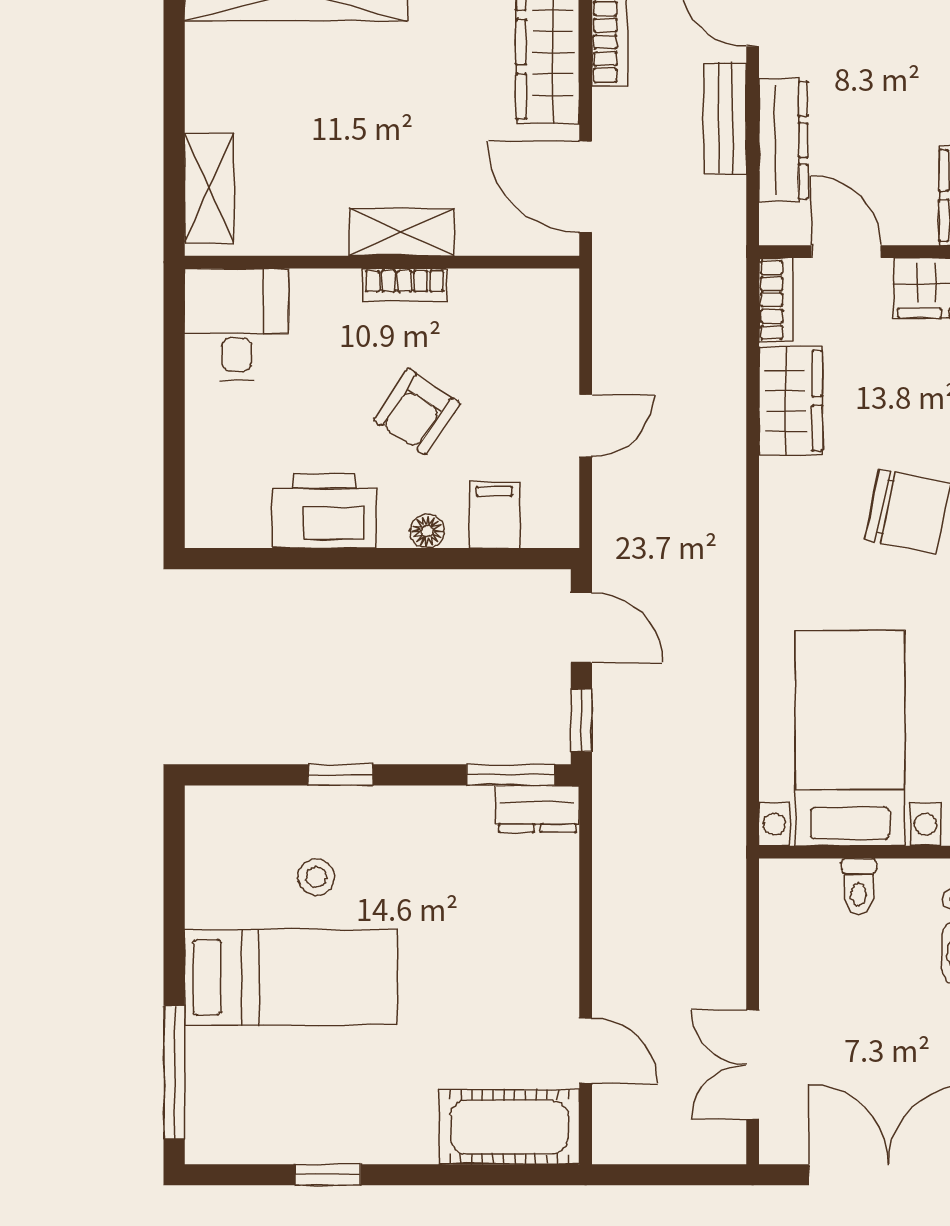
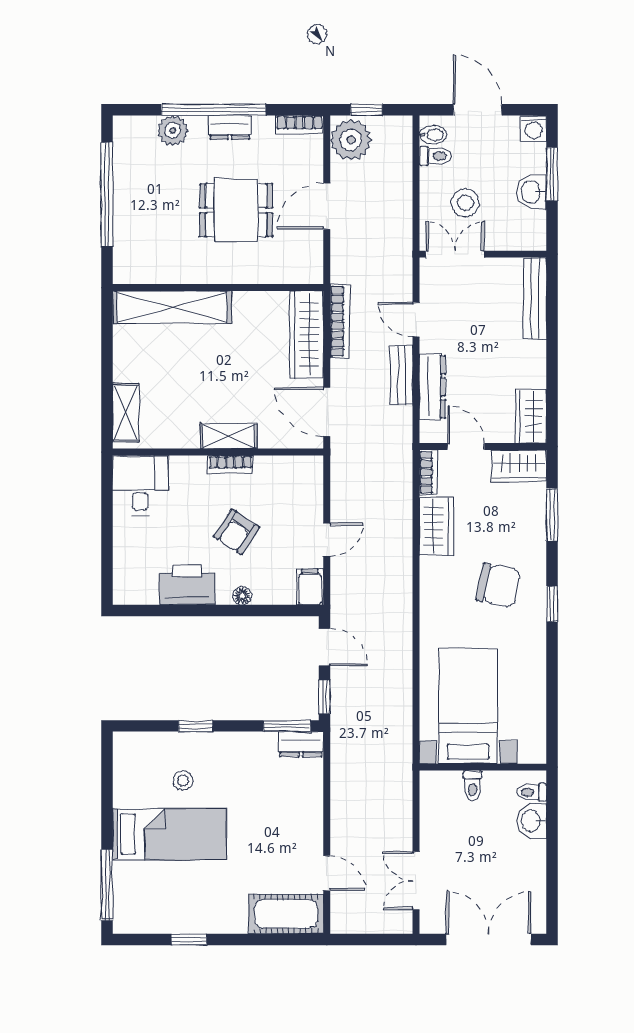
filing cabinet: (495, 515) -> (310, 587), moved

